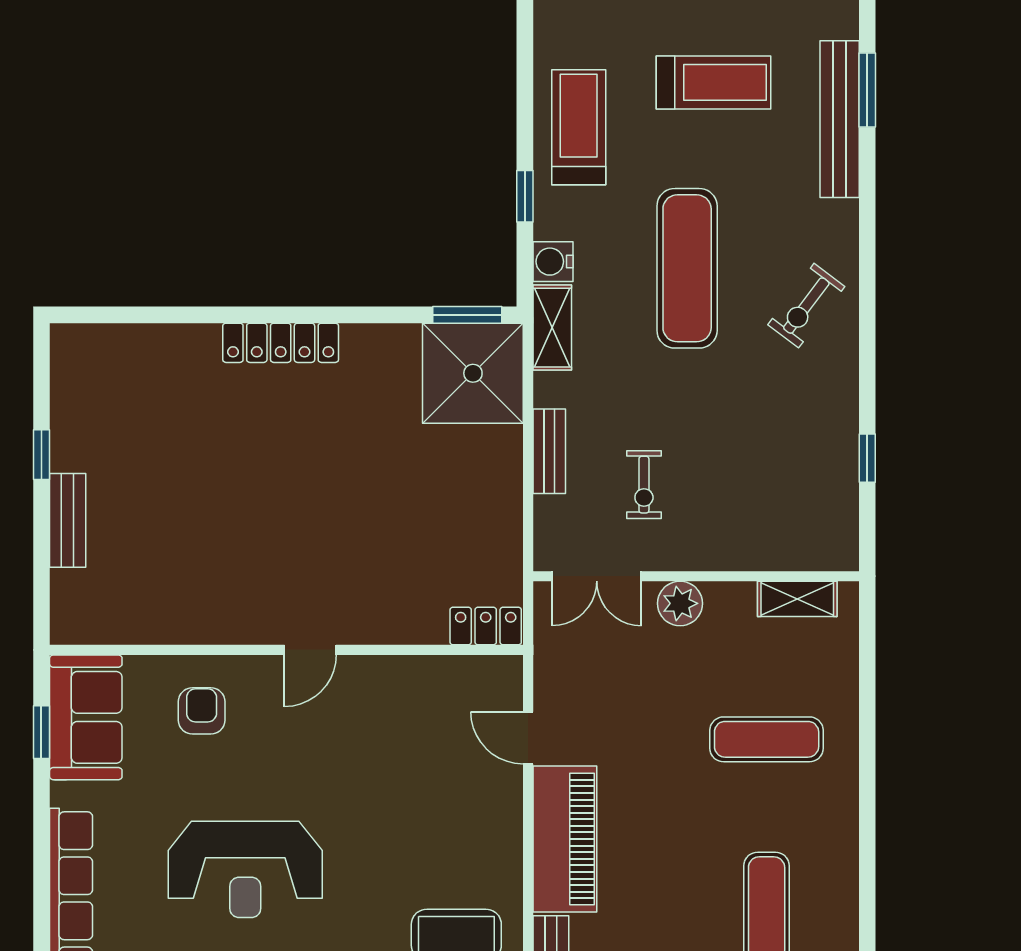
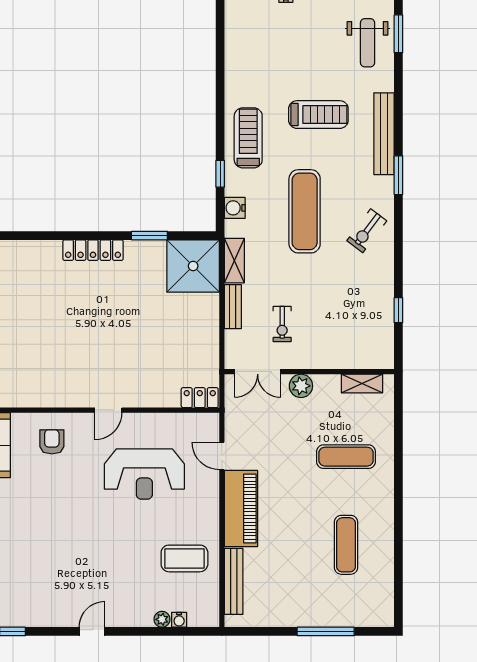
window: (867, 90) -> (398, 175), moved
window: (467, 315) -> (149, 236), moved
shelving: (552, 328) -> (234, 261), moved
reception desk: (245, 869) -> (144, 474), moved

